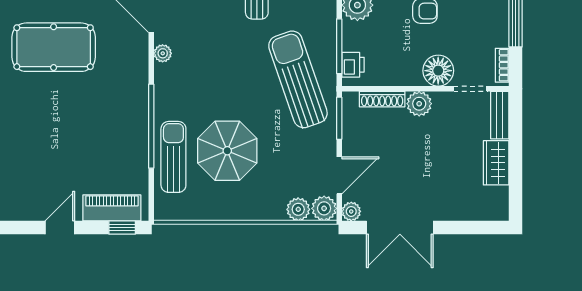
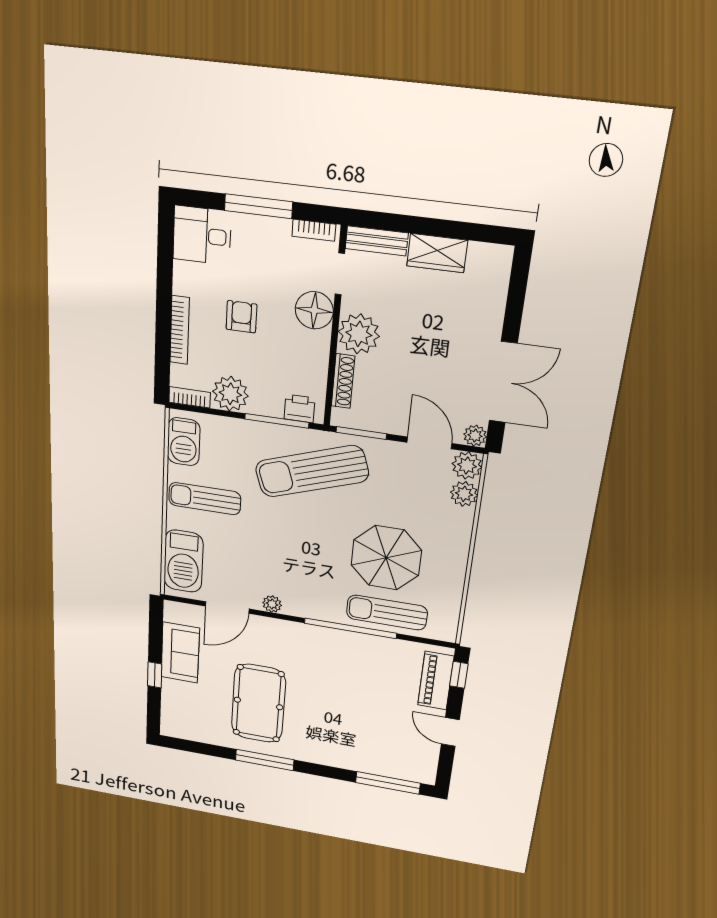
plant: (419, 104) -> (359, 334), width x1.36, depth x1.36

